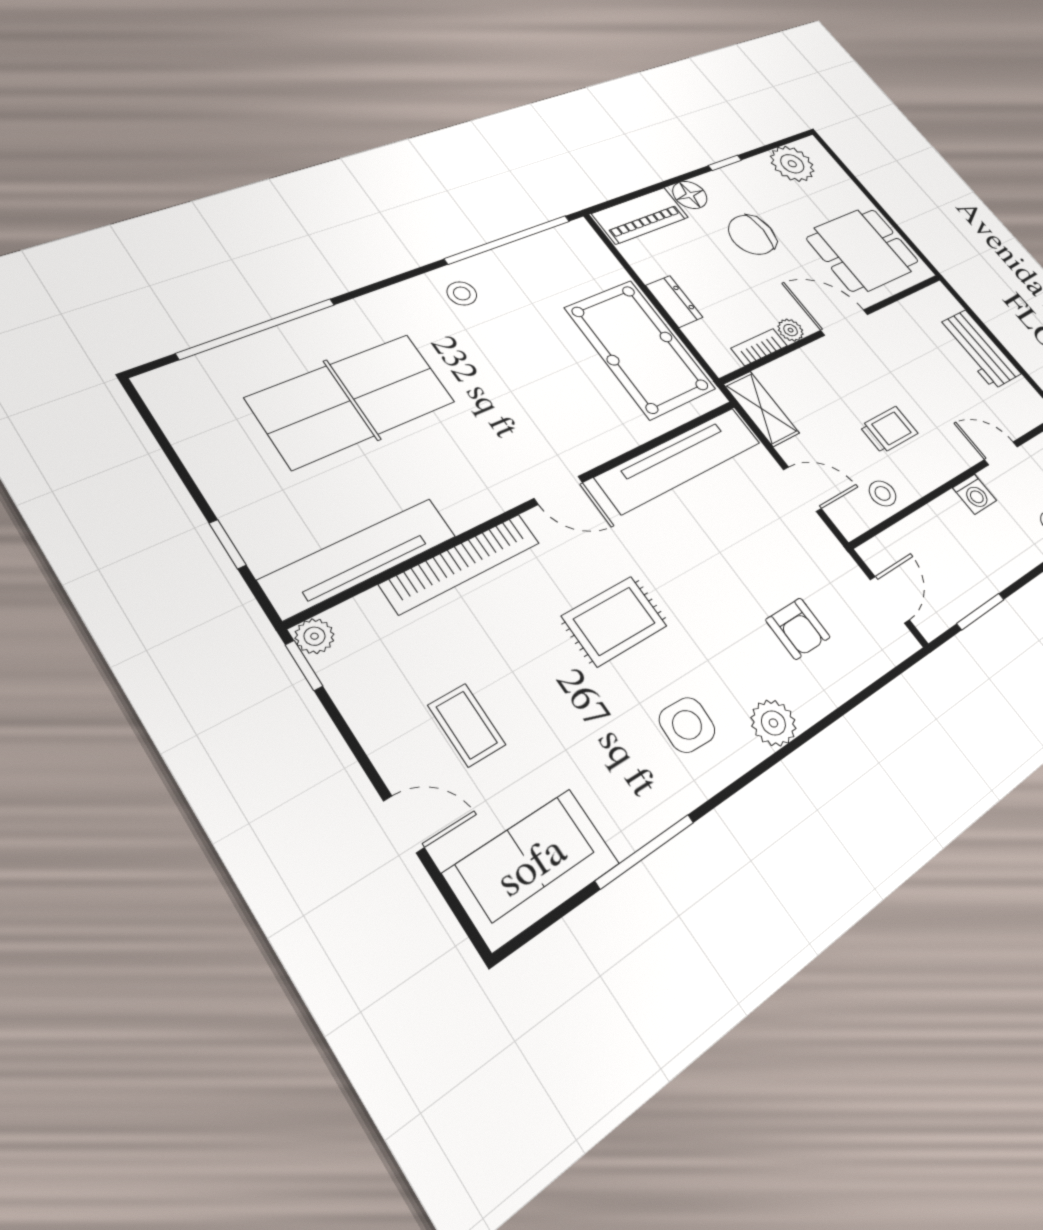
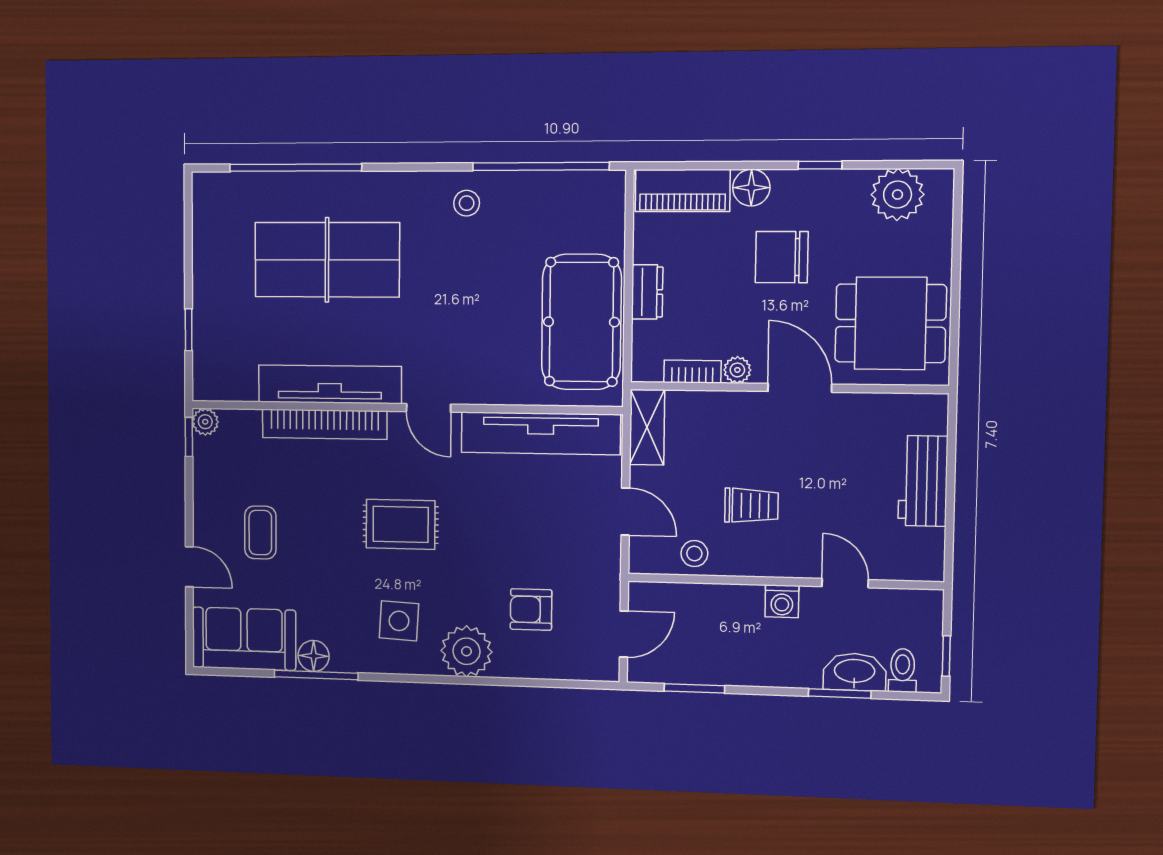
tv unit: (359, 558) -> (330, 384), moved
armchair: (798, 628) -> (531, 609), turned 90
plant: (773, 723) -> (466, 651), width x1.36, depth x1.36
floor lamp: (627, 830) -> (314, 656), added

